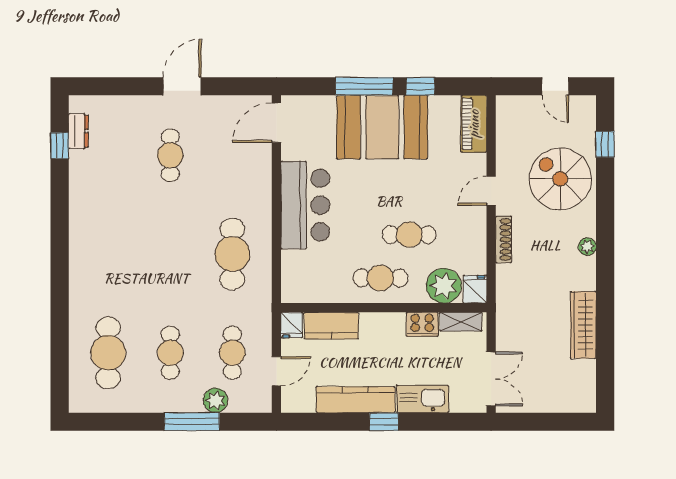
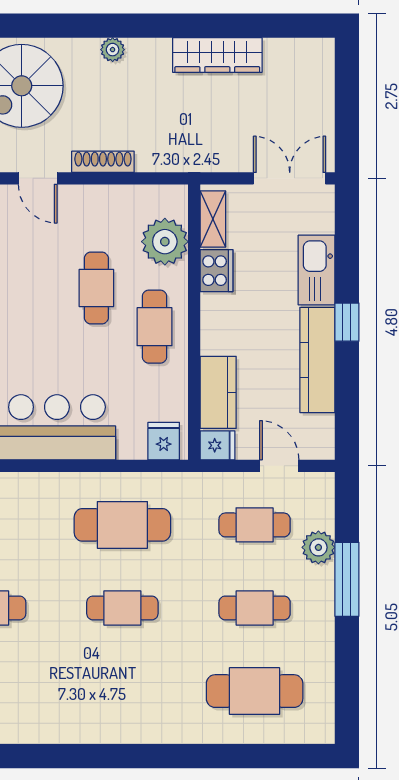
cafe table: (170, 254) -> (122, 608), added
fridge: (475, 289) -> (164, 441), moved, turned 90

